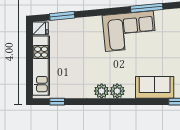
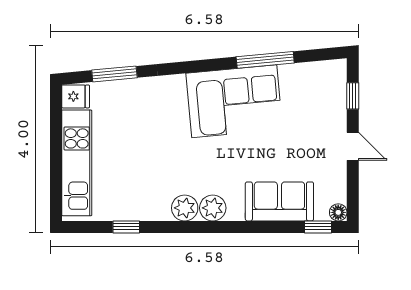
window: (57, 102) -> (126, 227), moved

